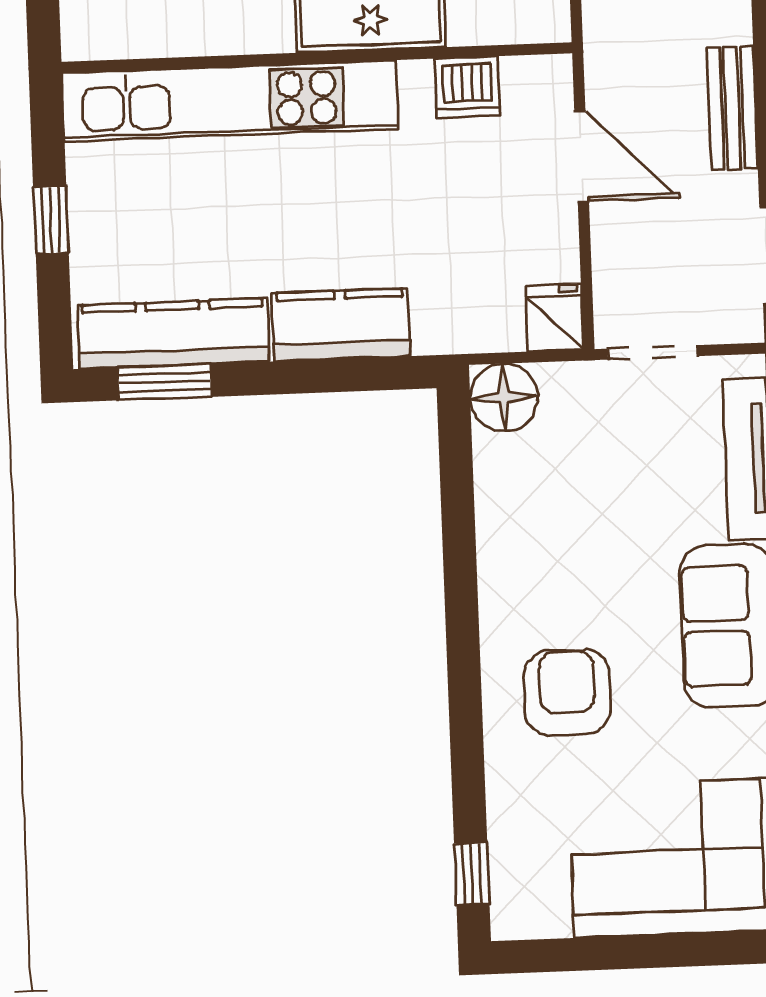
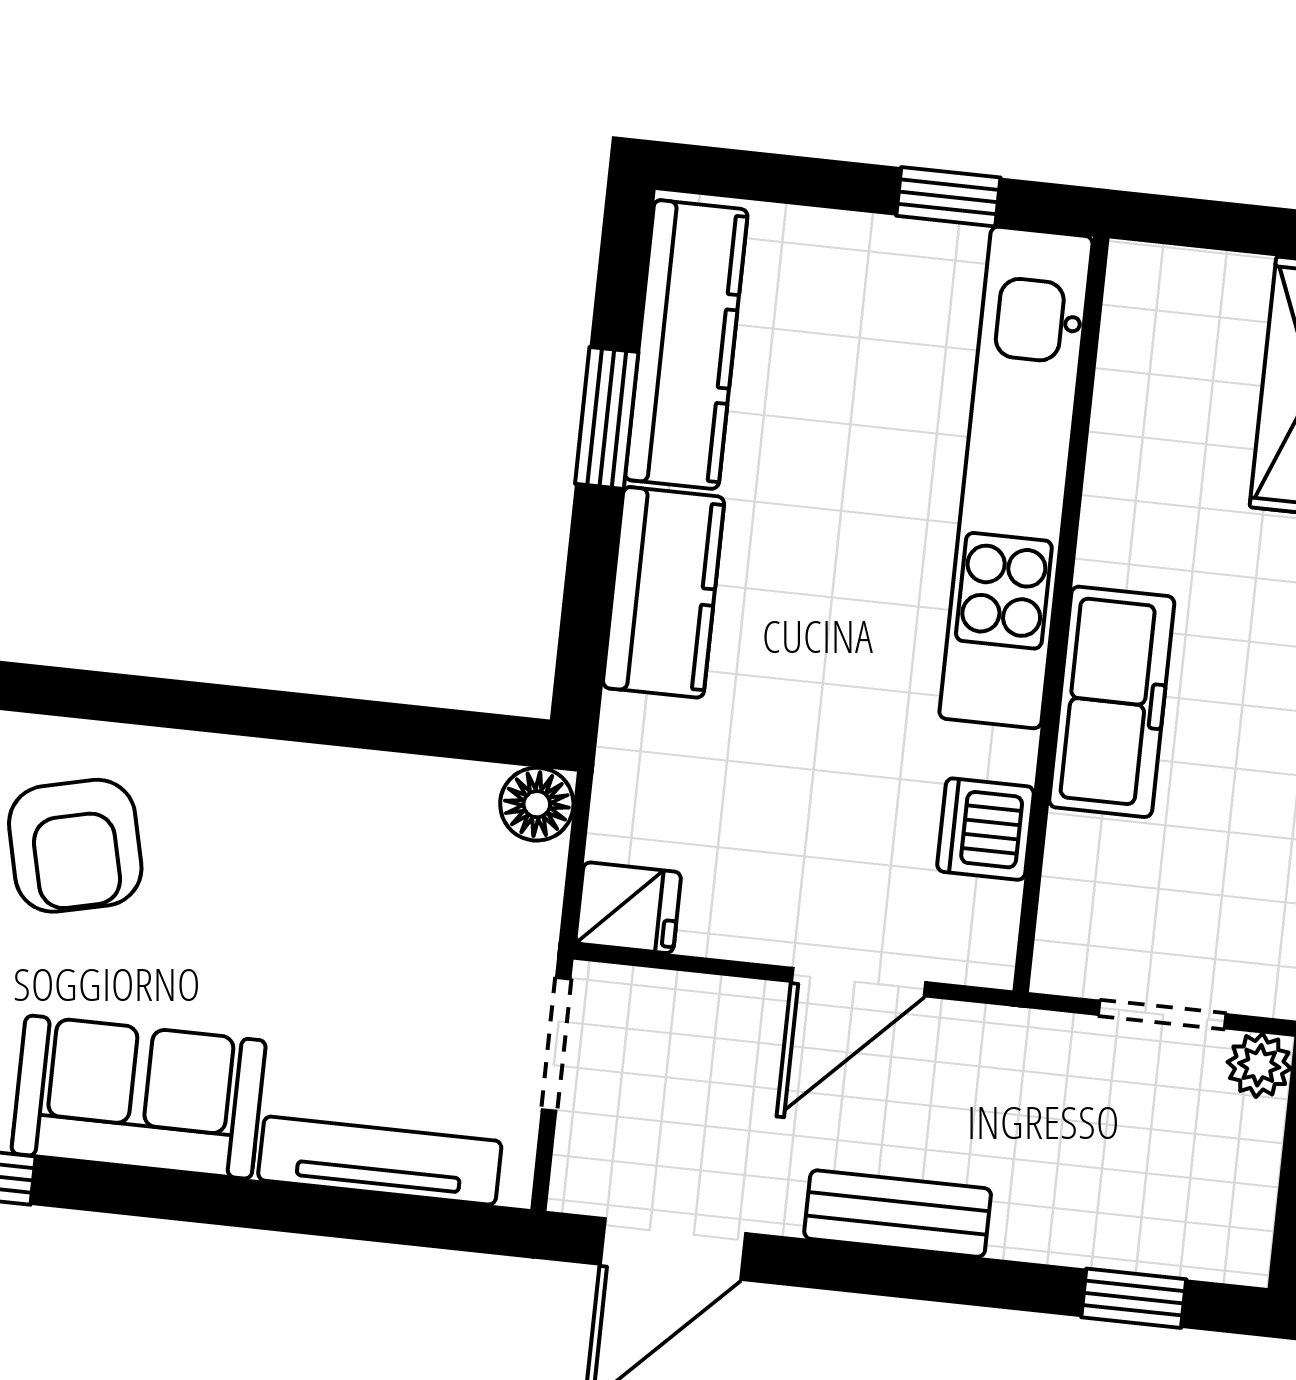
window: (51, 220) -> (948, 197), moved
window: (165, 382) -> (607, 418), moved
floor lamp: (504, 398) -> (537, 804), width x0.73, depth x0.73
armchair: (567, 692) -> (75, 846), turned 77

